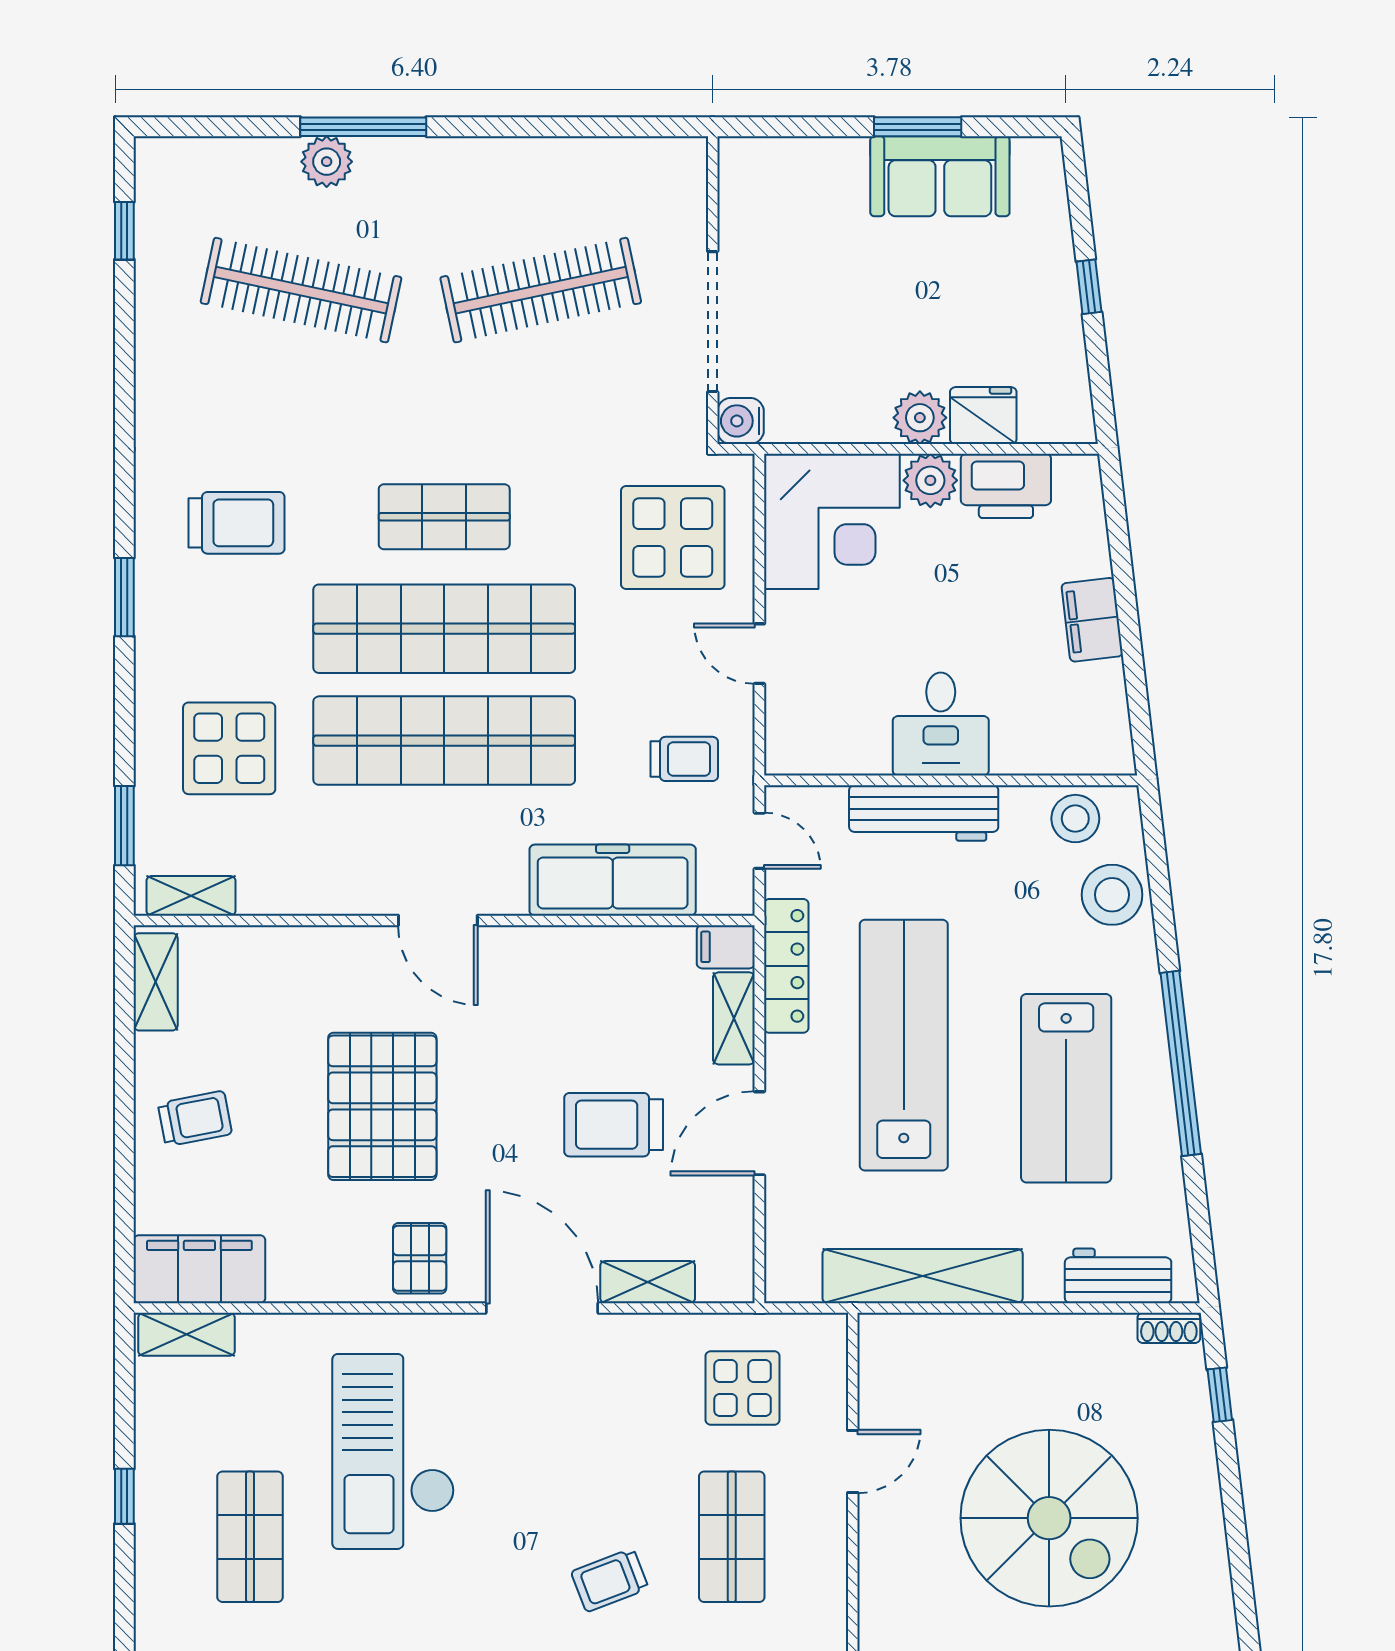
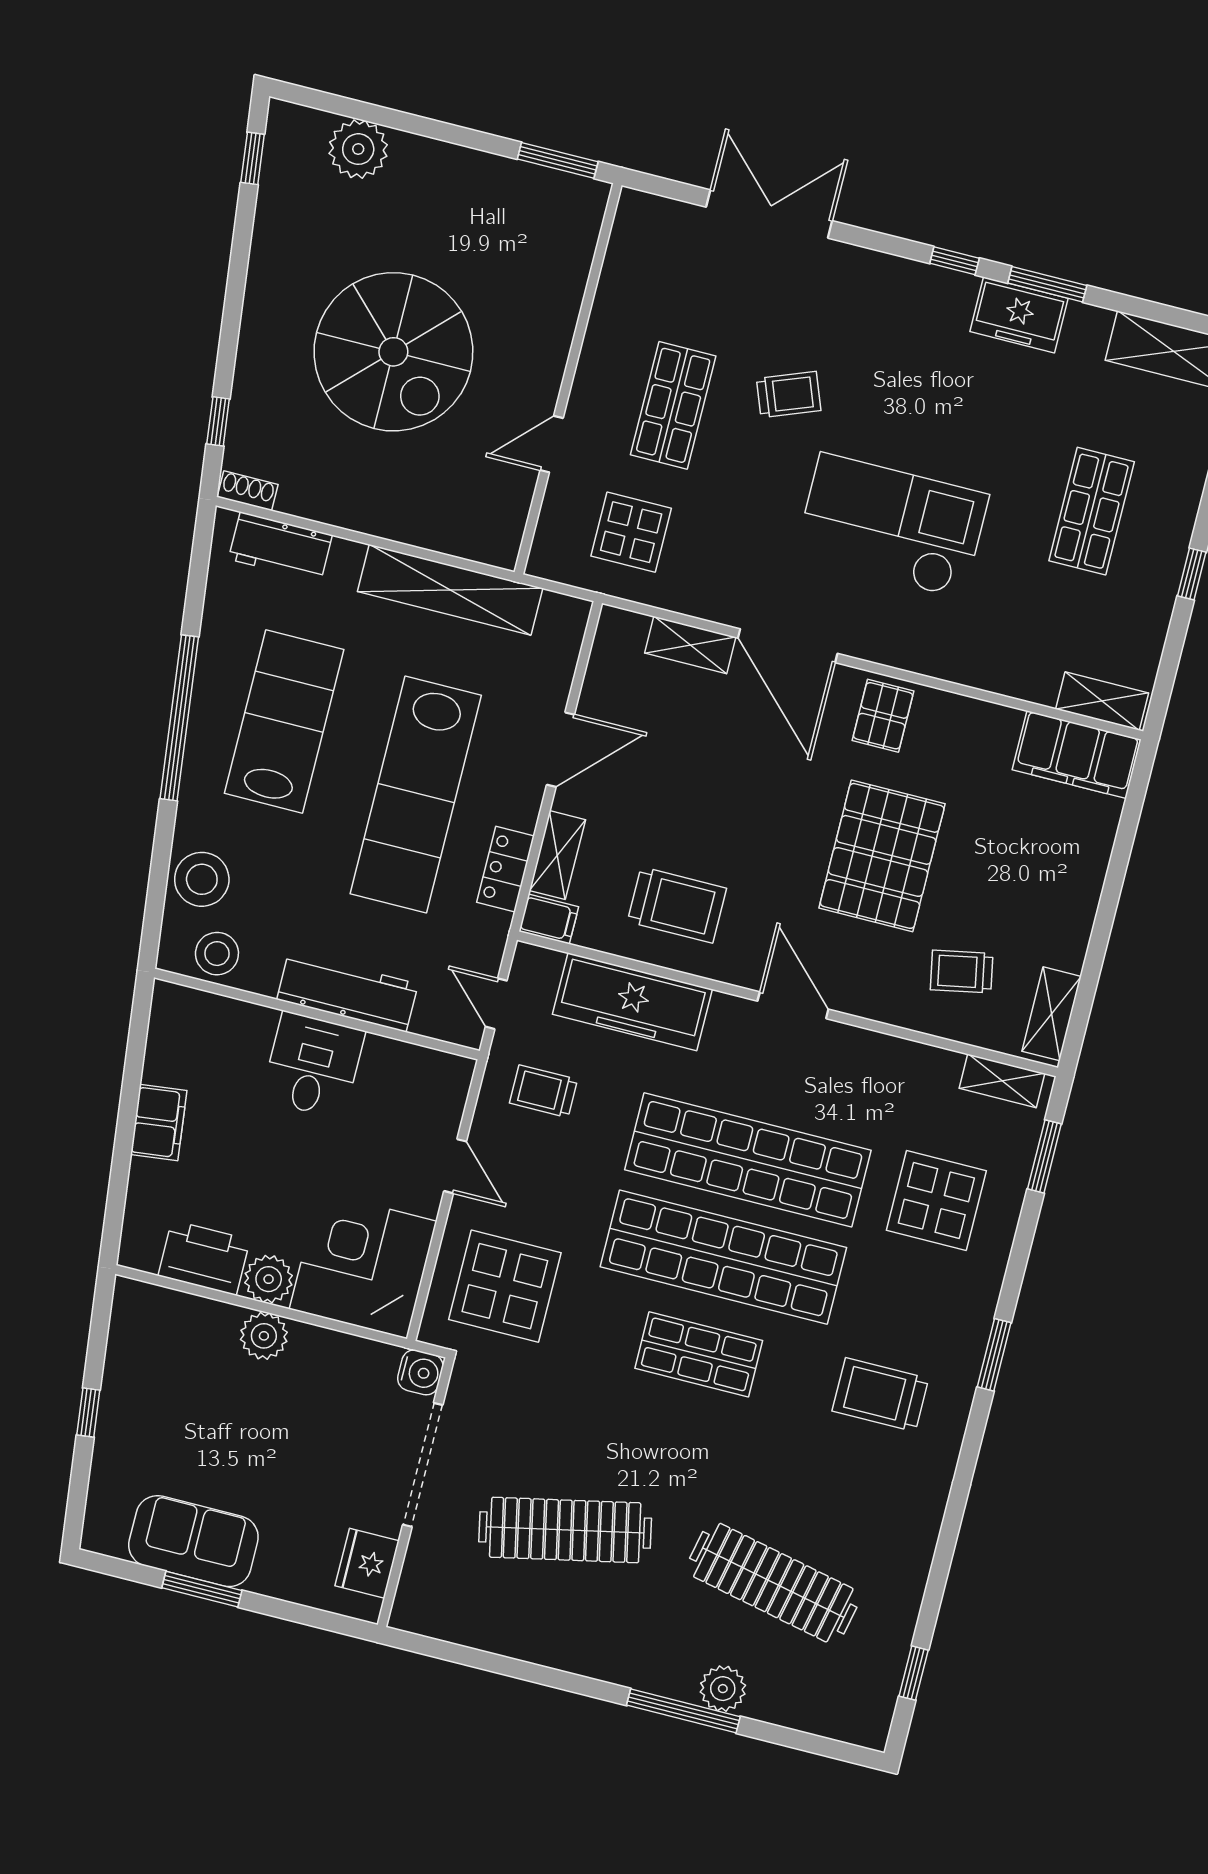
fridge: (983, 416) -> (367, 1563), moved, turned 90
locker: (786, 966) -> (505, 869), width x0.66
trolley: (195, 1119) -> (962, 972), moved
trolley: (614, 1125) -> (677, 905), moved
checkout: (393, 1451) -> (892, 526), moved, turned -90
spiral stairs: (1049, 1518) -> (393, 352), turned 180

